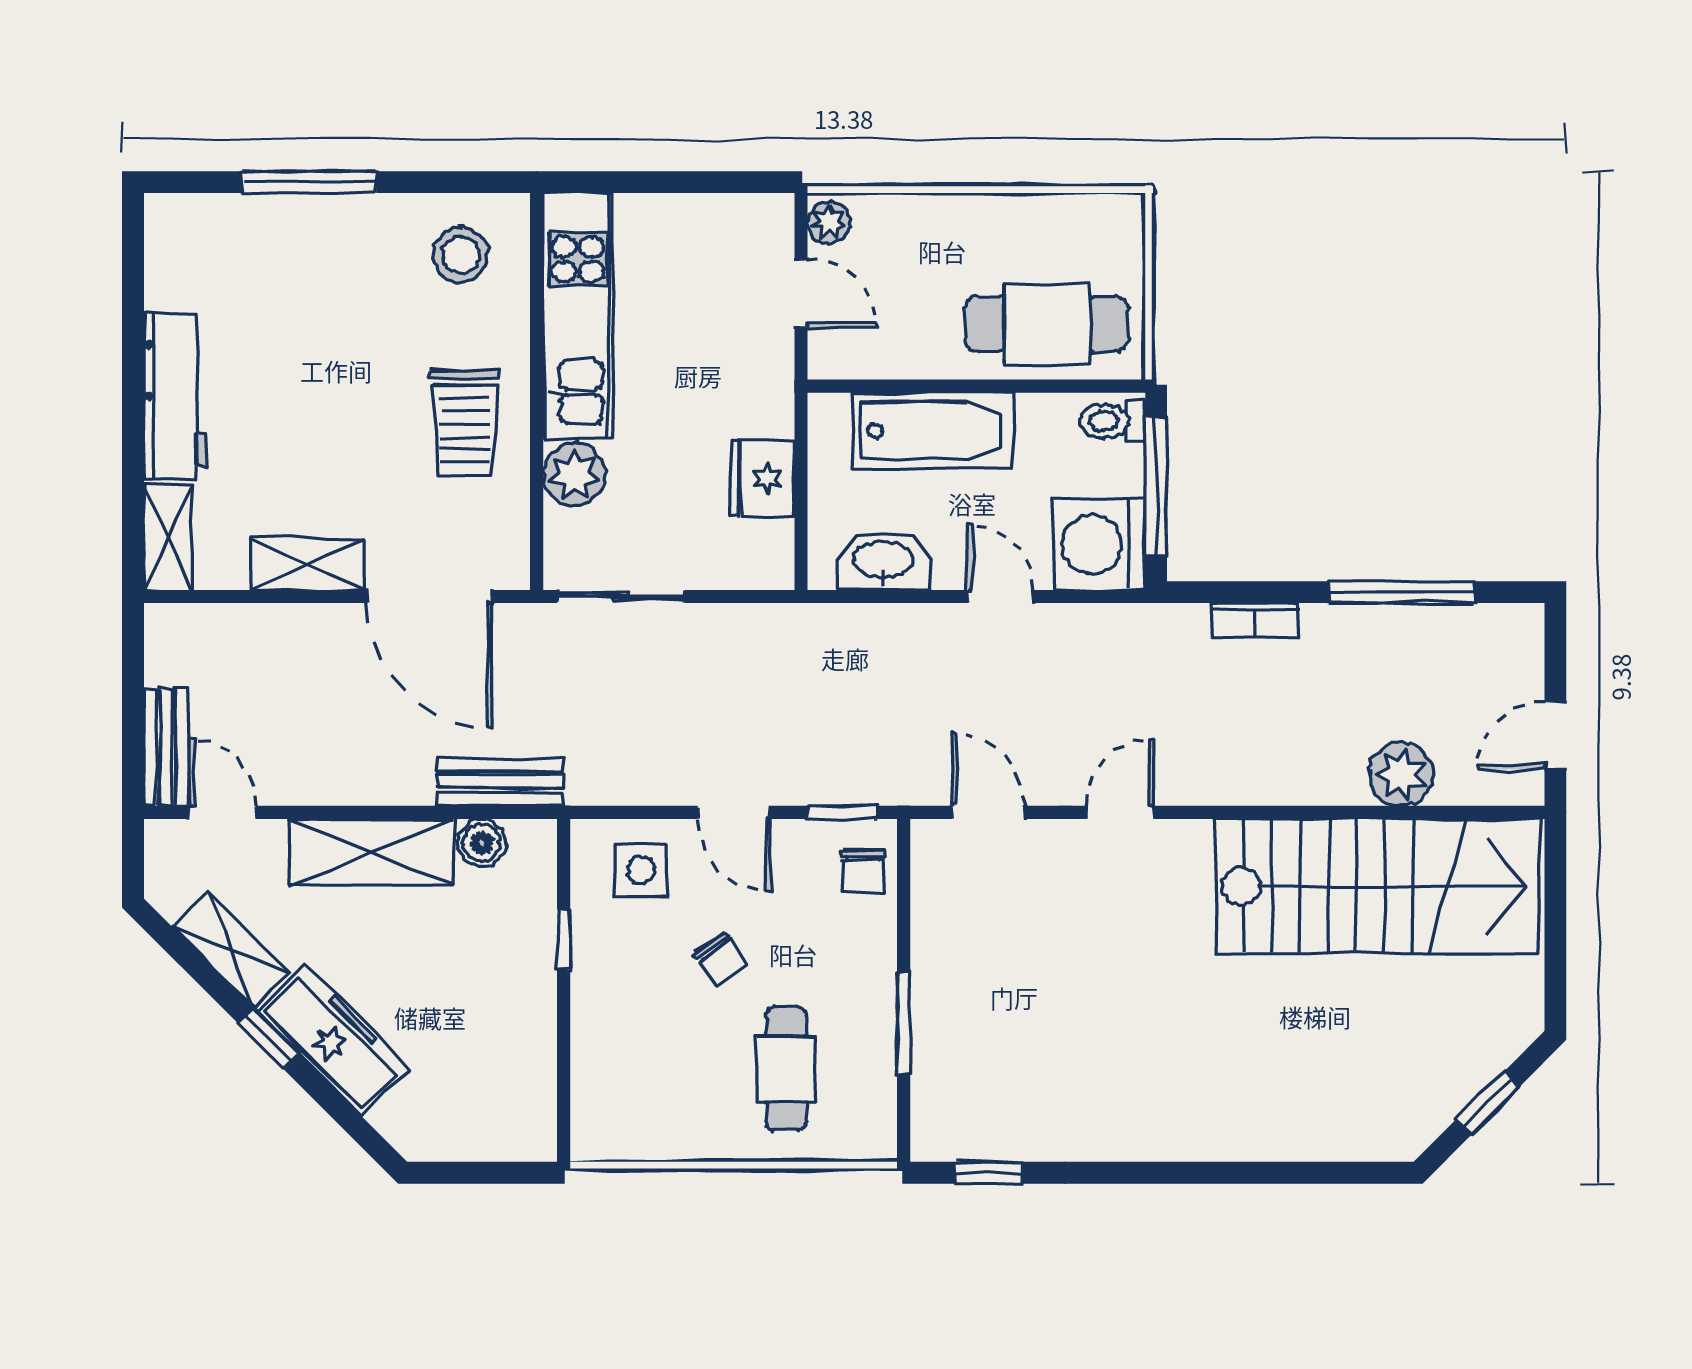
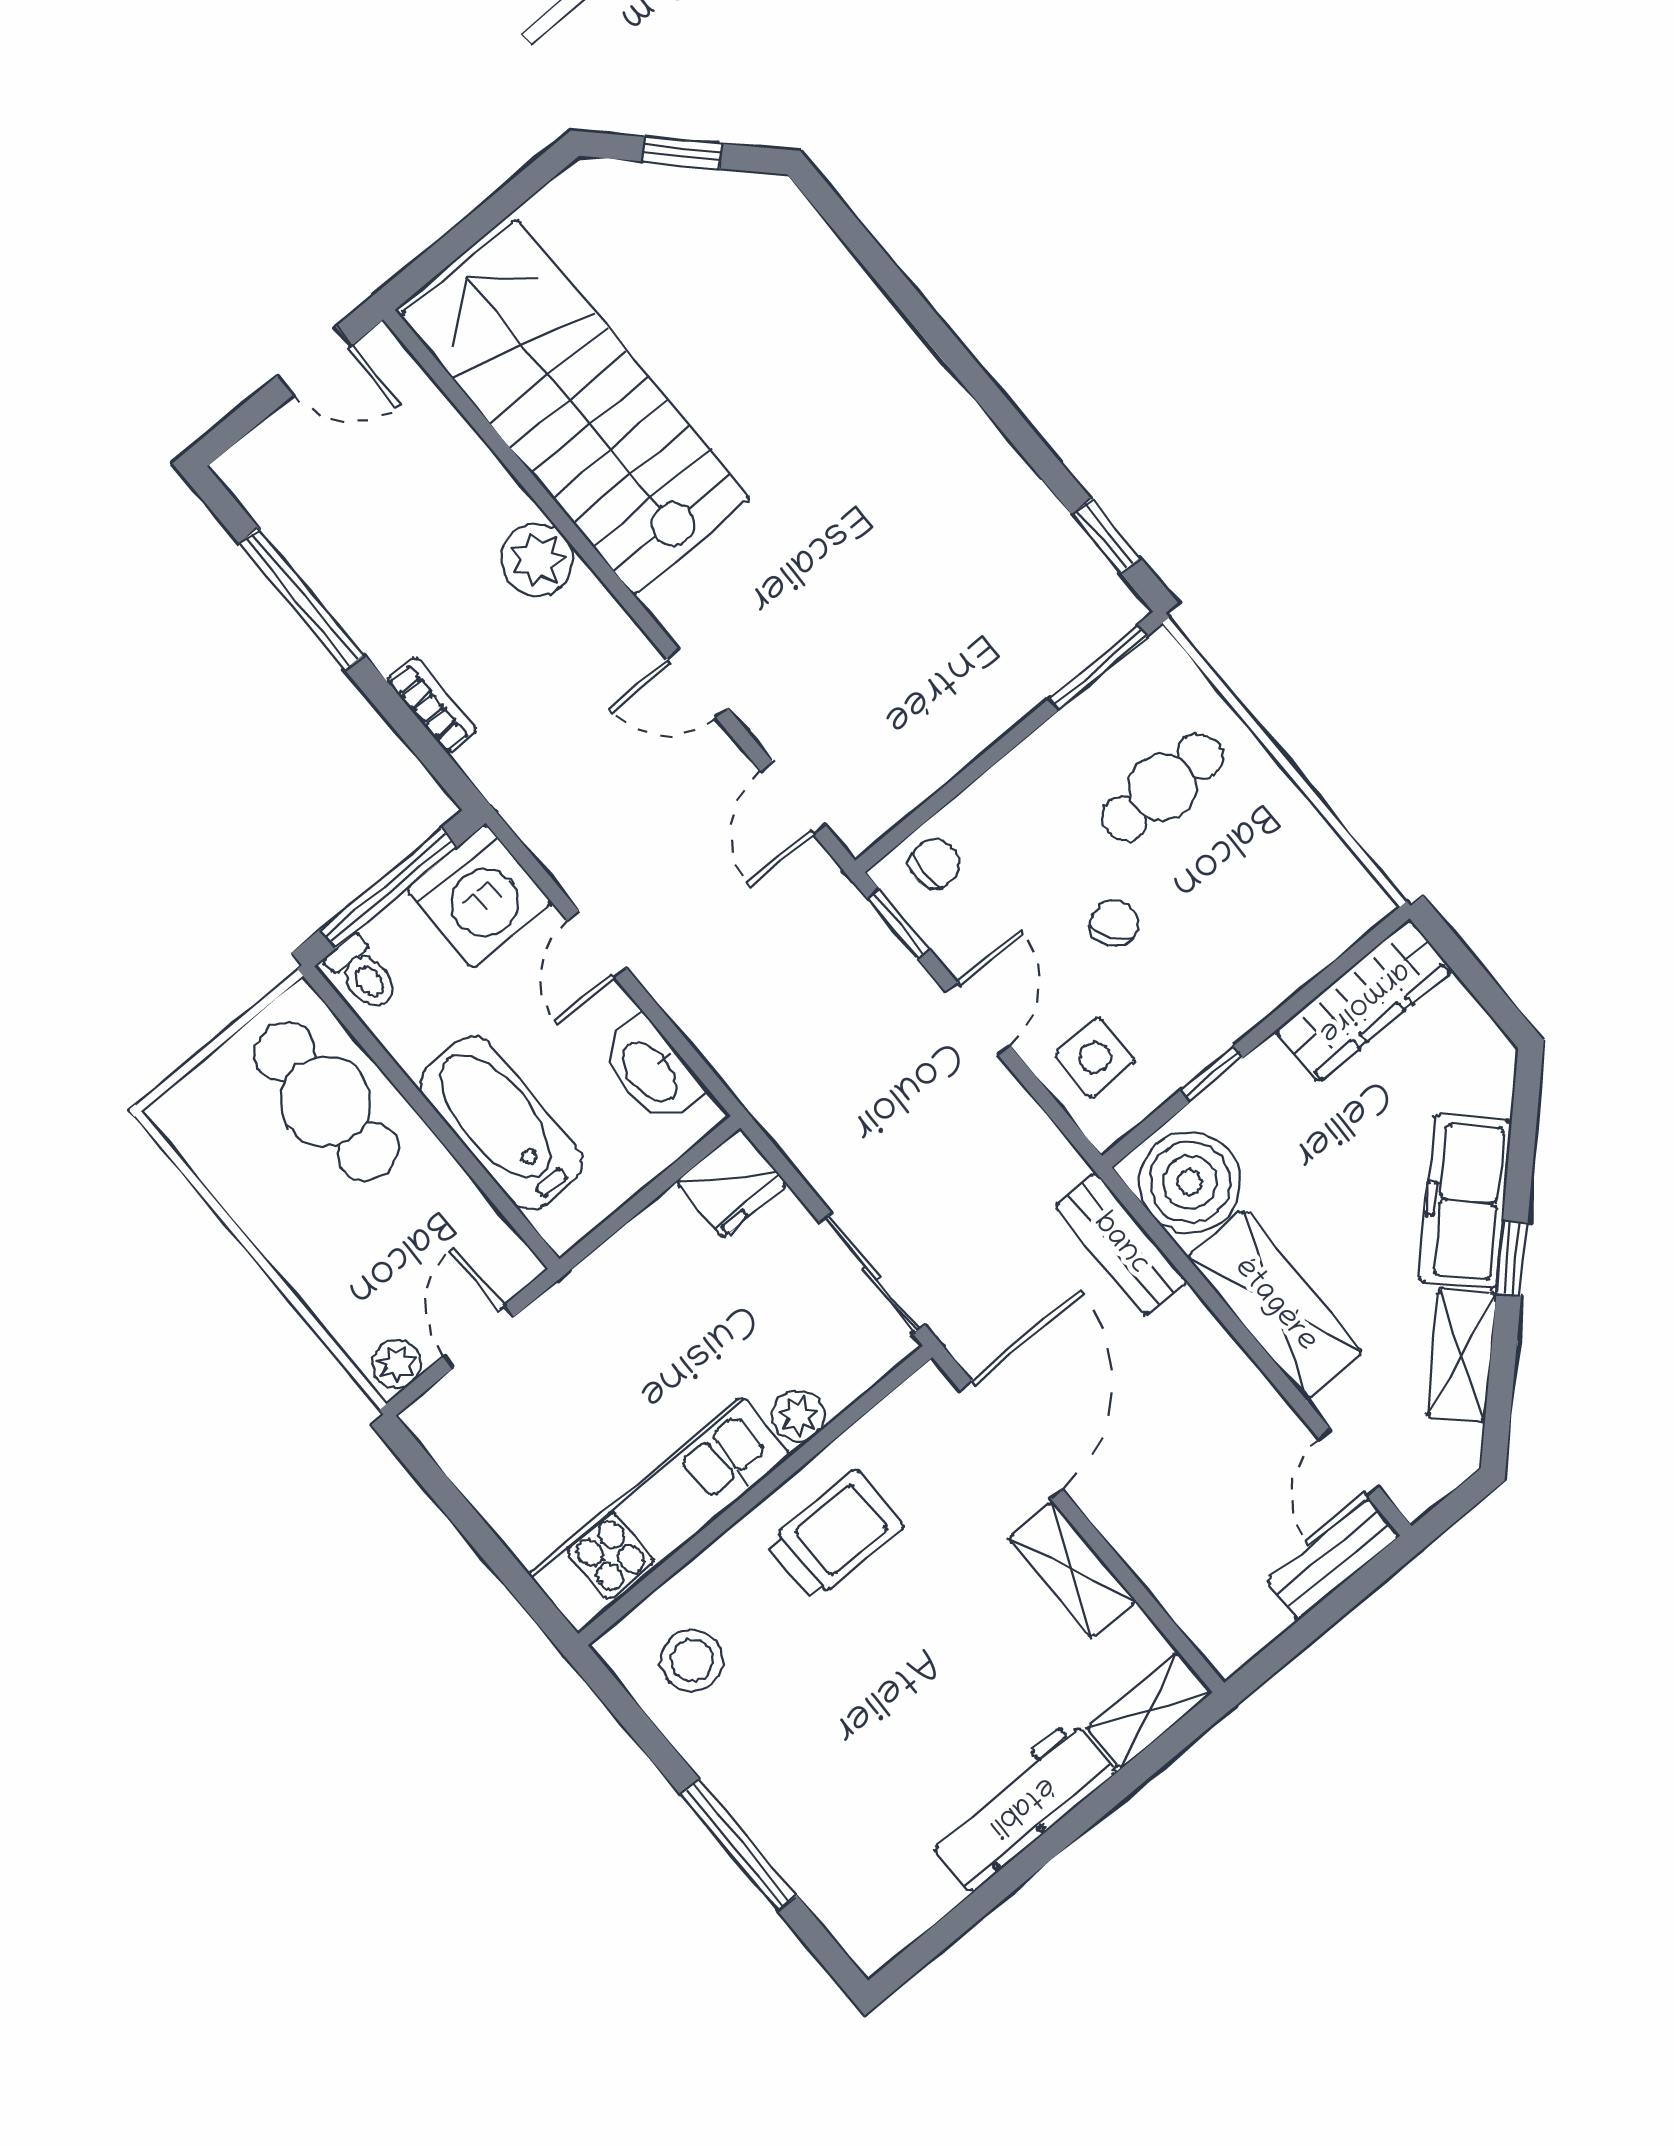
plant: (574, 474) -> (799, 1416), width x0.73, depth x0.73
fridge: (762, 478) -> (731, 1183), moved
plant: (1401, 774) -> (537, 560), moved
boiler: (482, 843) -> (1190, 1182), width x1.86, depth x1.86
window: (904, 1023) -> (1098, 667), moved
wardrobe: (527, 1084) -> (1364, 1001), added

